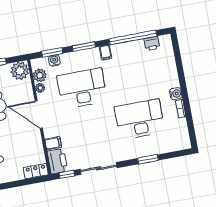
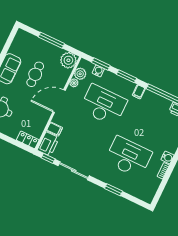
door: (39, 114) -> (59, 101), hinge flipped

